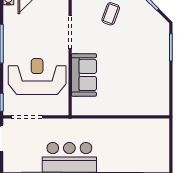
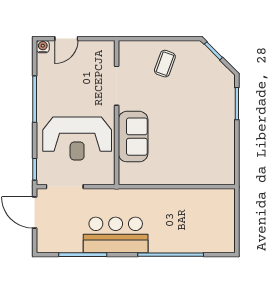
reception desk: (37, 77) -> (77, 138), turned 180

